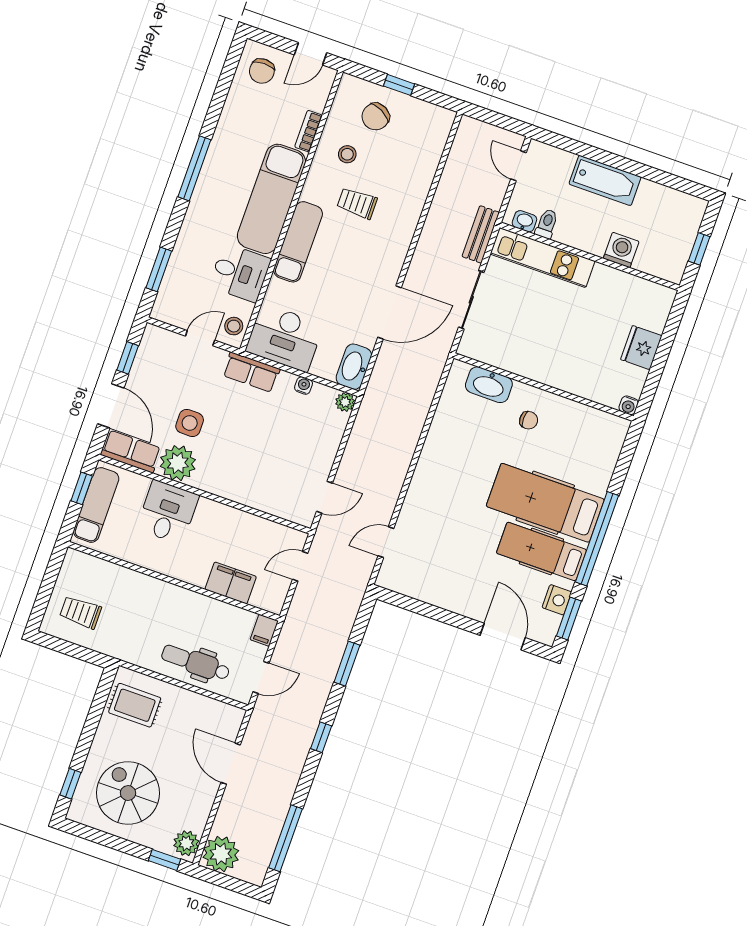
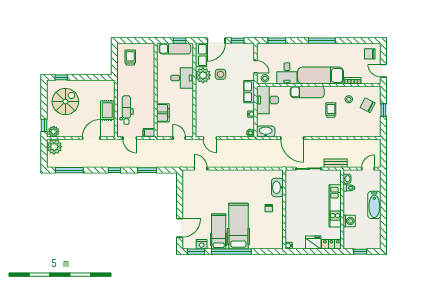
kitchen unit: (543, 258) -> (335, 206), moved
locker: (659, 308) -> (331, 244), added
rug: (135, 705) -> (107, 110), moved

